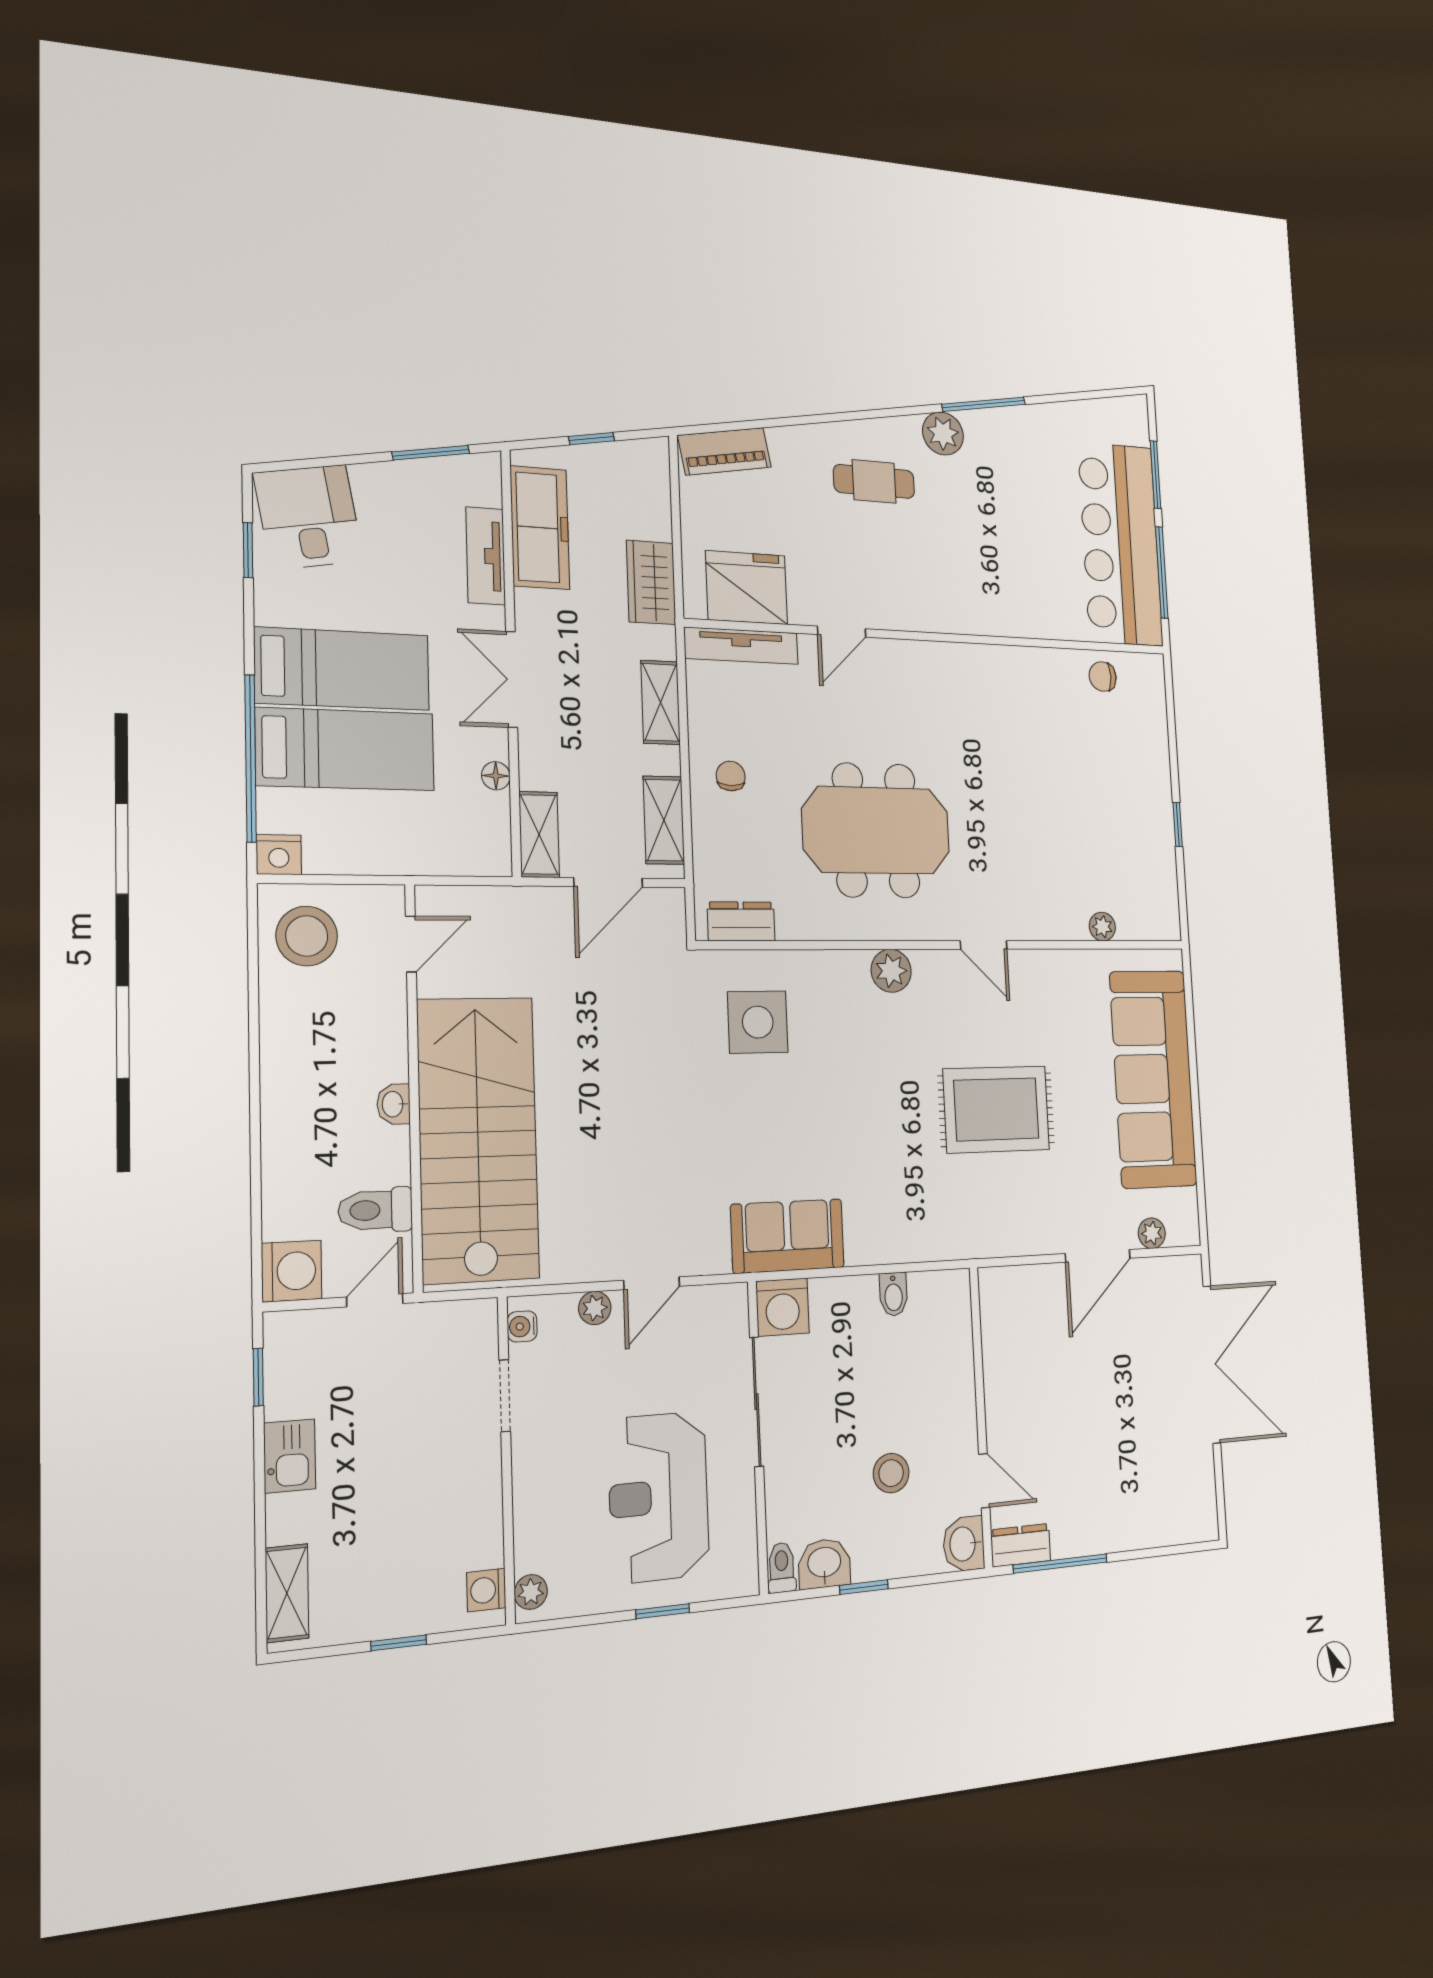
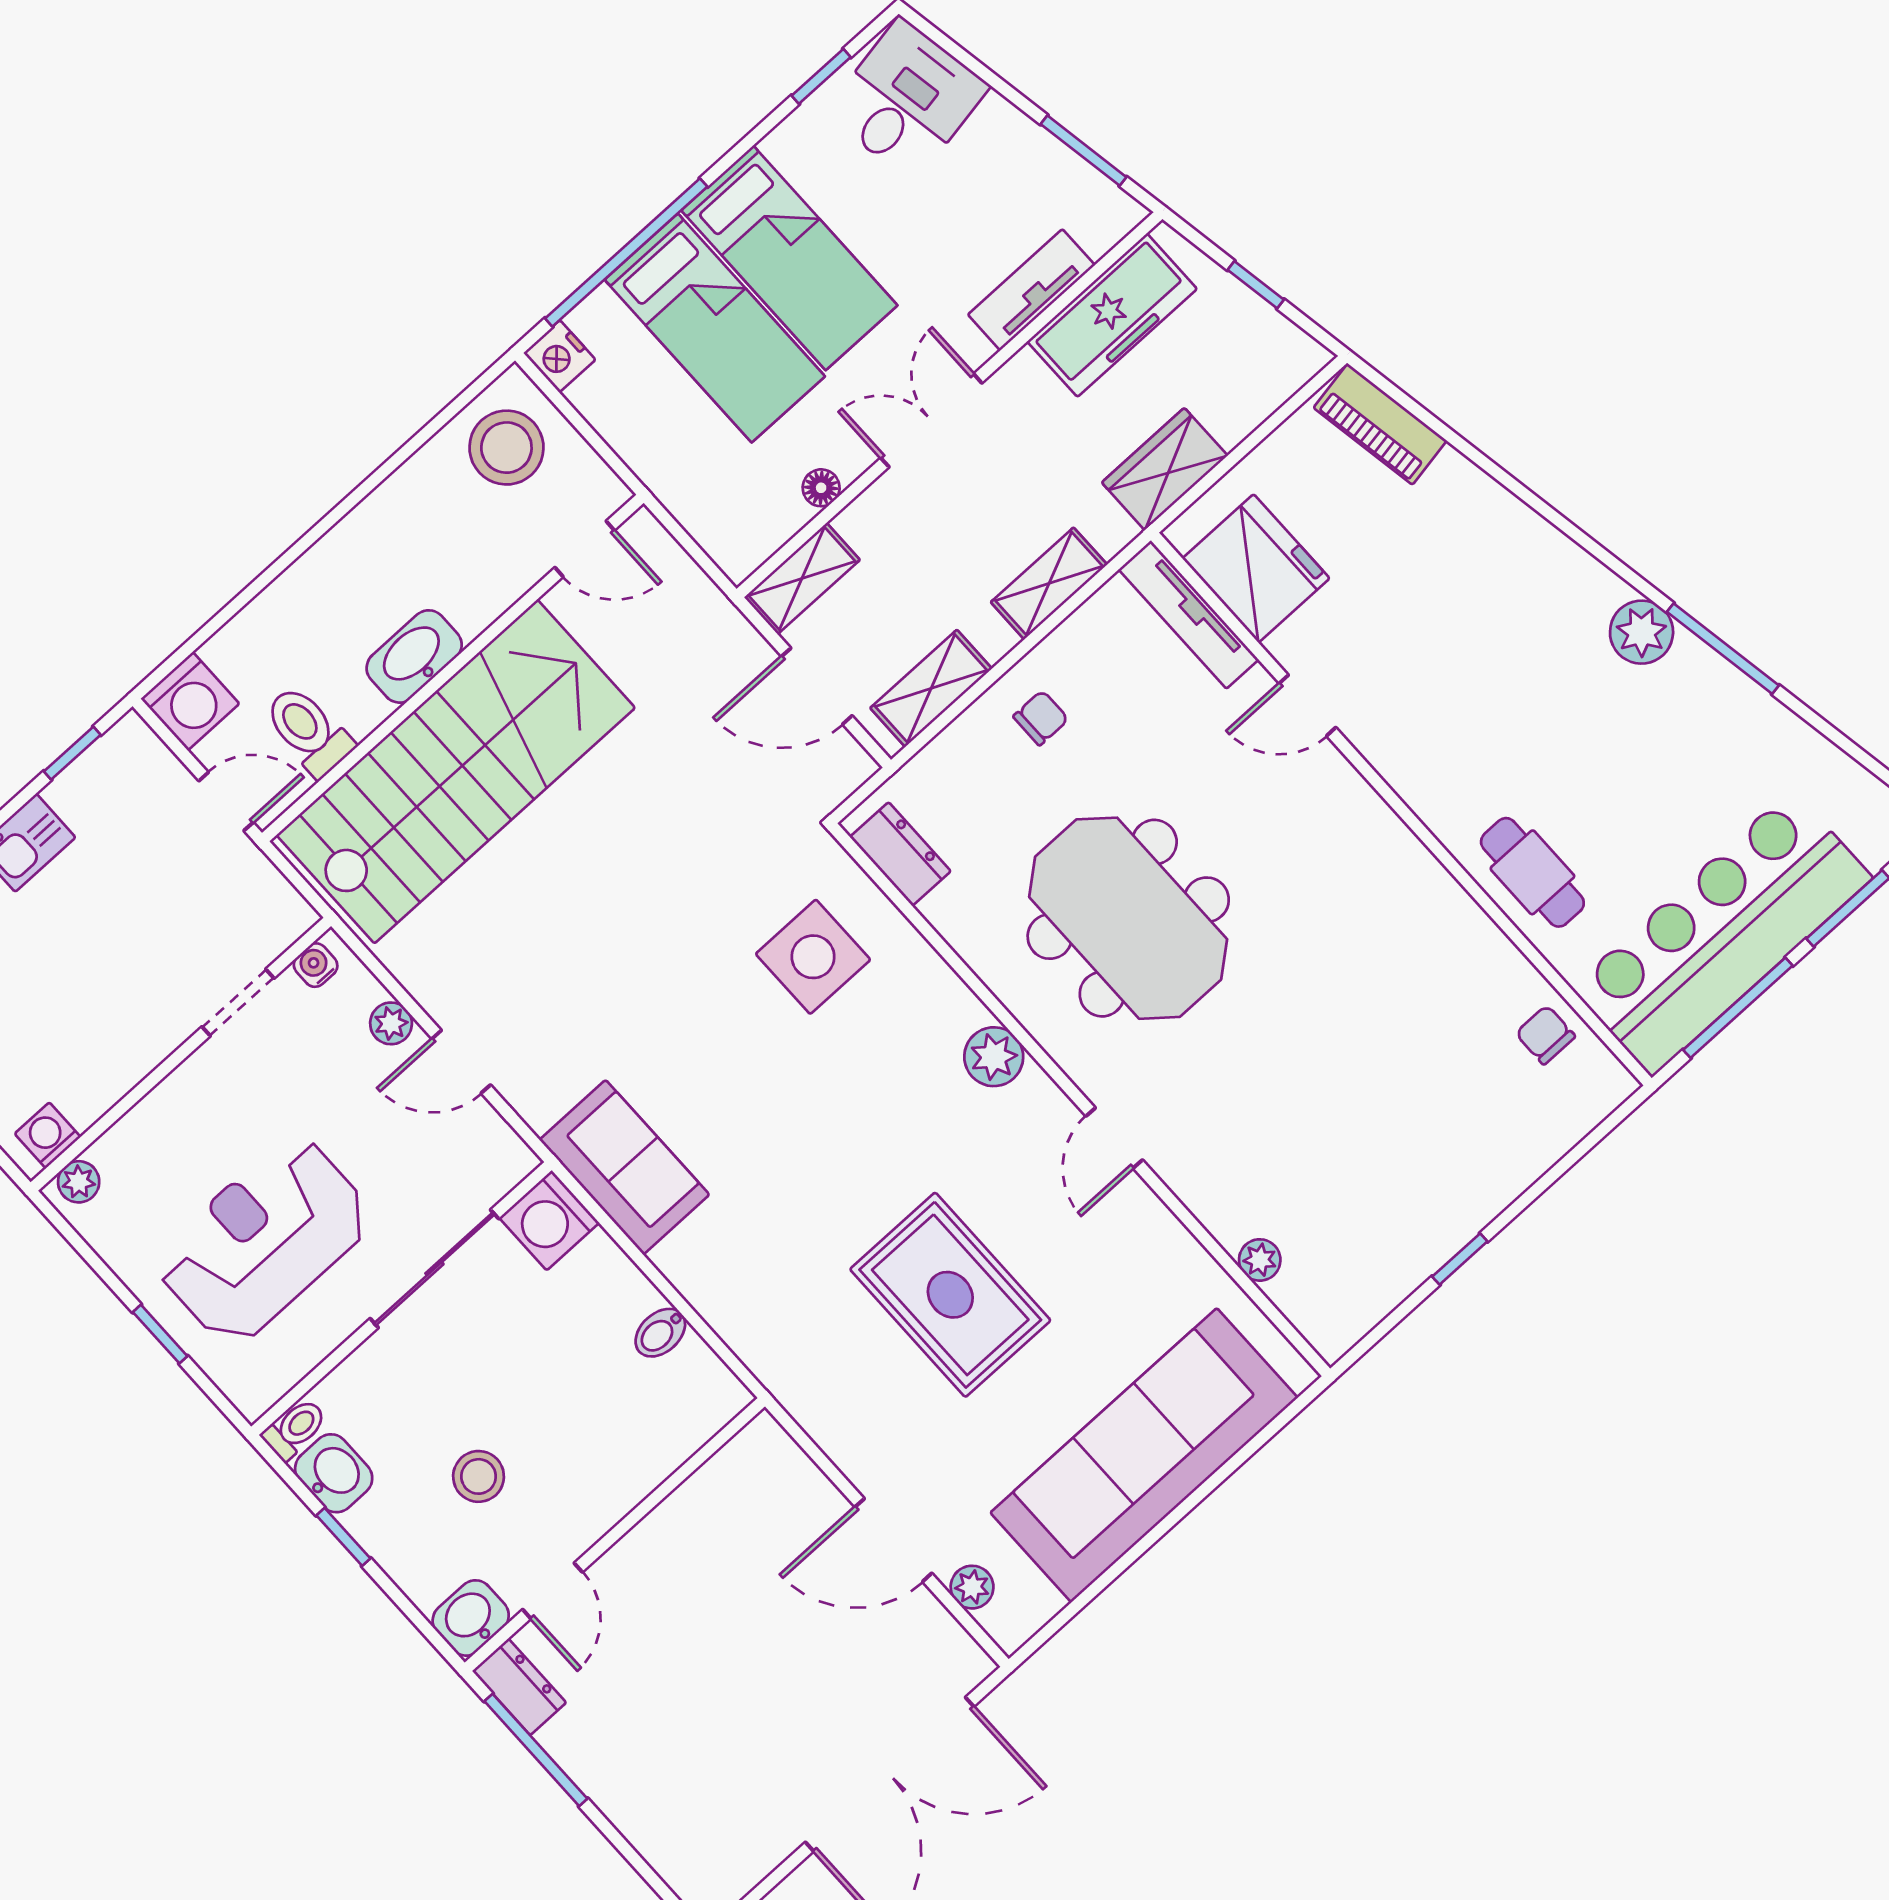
cafe table: (874, 481) -> (1532, 872), moved
washbasin: (394, 1104) -> (414, 656), width x1.91, depth x1.45

